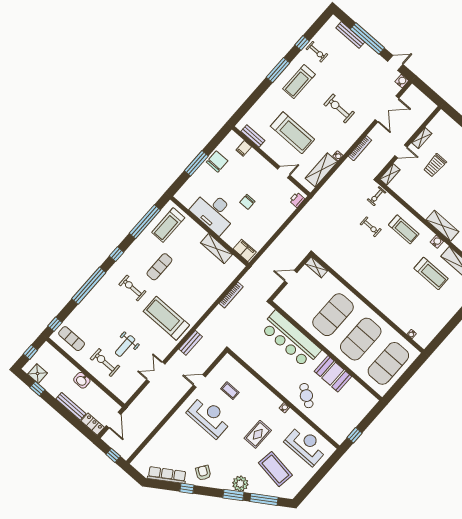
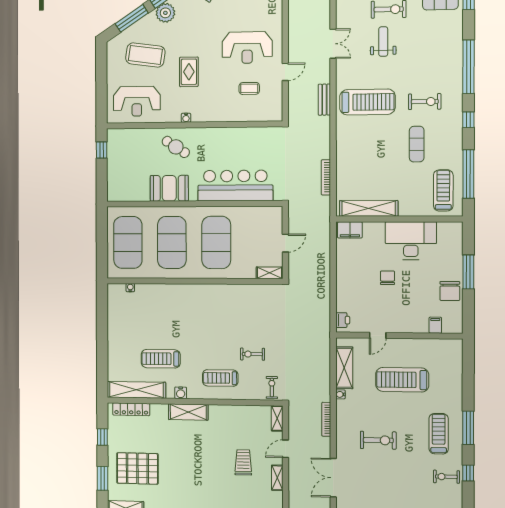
bench: (253, 136) -> (437, 344), removed
shelving: (216, 249) -> (369, 208), width x1.47

